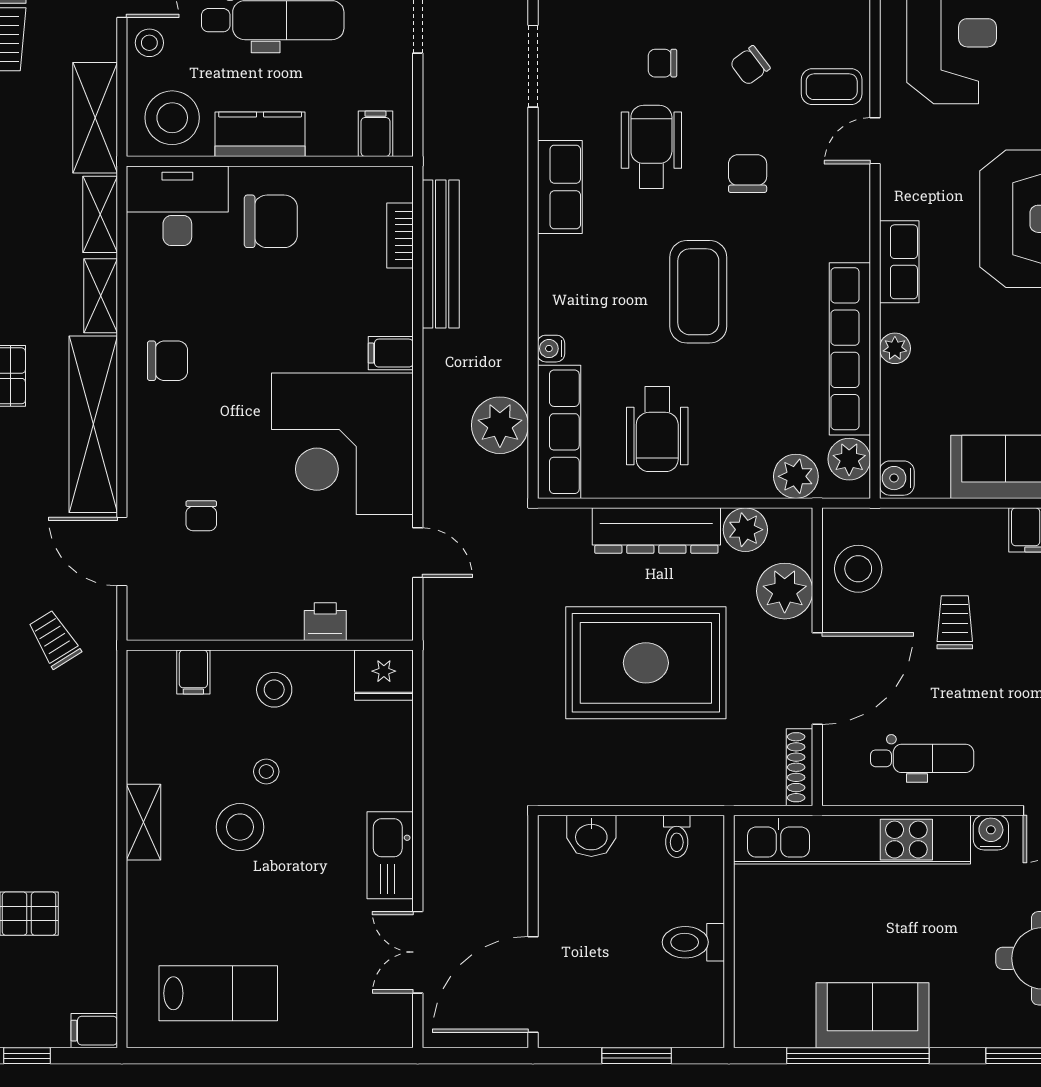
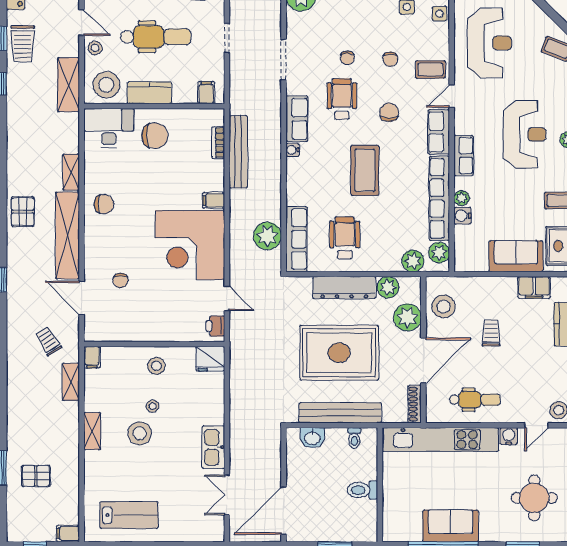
chair: (662, 63) -> (347, 58), turned -90
chair: (750, 65) -> (390, 59), turned -53
shelving: (100, 214) -> (71, 382), moved
row of seats: (848, 214) -> (439, 132), added
water cooler: (551, 349) -> (293, 150), moved
wheelchair: (657, 429) -> (345, 238), turned 180
water cooler: (897, 478) -> (462, 216), moved
printer: (325, 622) -> (215, 326), moved, turned -90
filing cabinet: (193, 672) -> (92, 357), moved
bench: (648, 785) -> (340, 413), added

